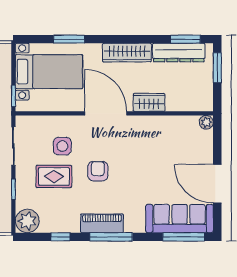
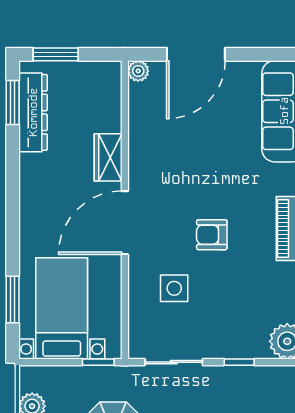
window: (69, 39) -> (13, 300), moved
wardrobe: (127, 53) -> (33, 191), removed
rug: (54, 176) -> (220, 301), removed
door: (217, 184) -> (196, 54), moved

